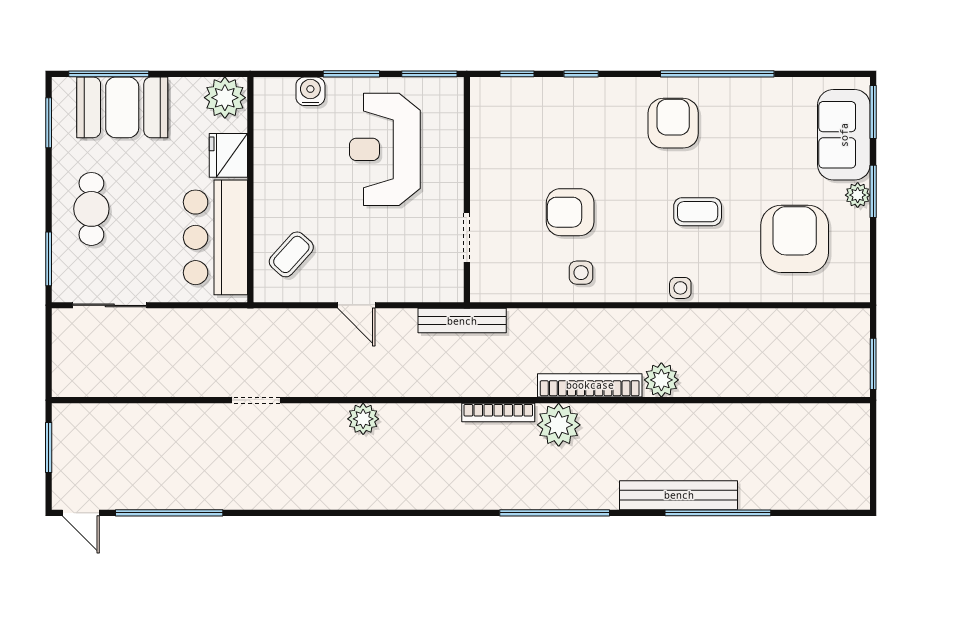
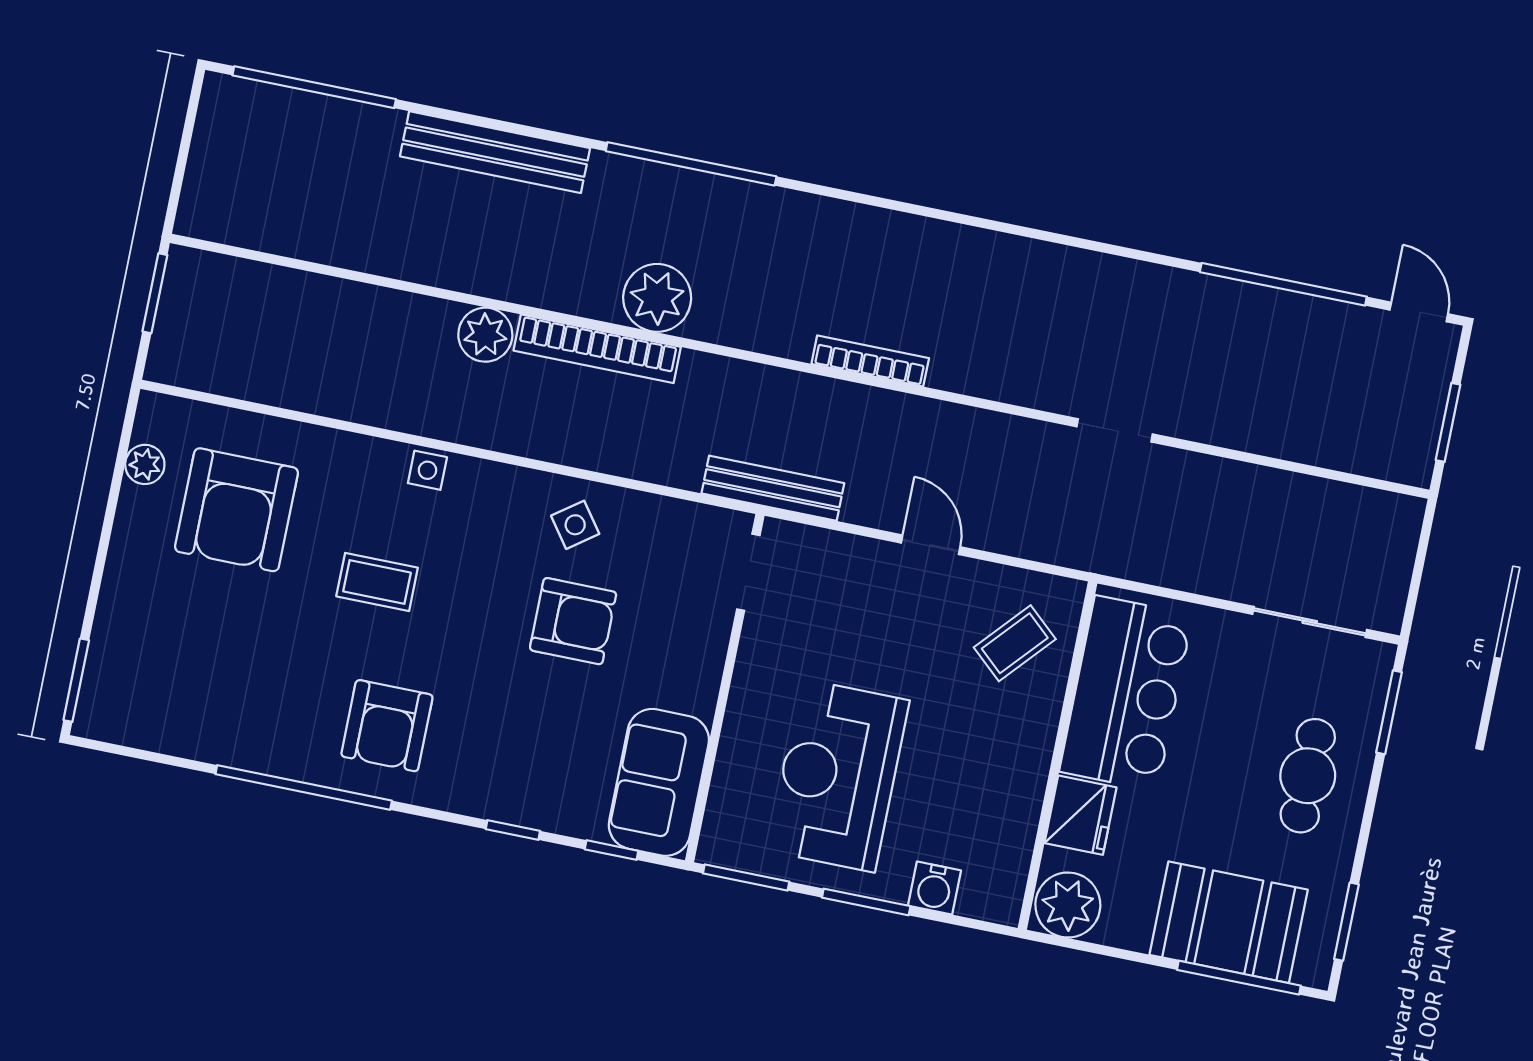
sofa: (844, 135) -> (659, 782), moved, turned 180
reception desk: (385, 149) -> (838, 776), turned 180
window: (873, 191) -> (101, 558), removed
plant: (858, 195) -> (145, 464), moved
doorway: (467, 238) -> (748, 572), moved
side table: (581, 273) -> (575, 525), turned -36
bookcase: (498, 412) -> (870, 361), moved
plant: (363, 419) -> (956, 368), removed
window: (718, 513) -> (314, 87), moved

